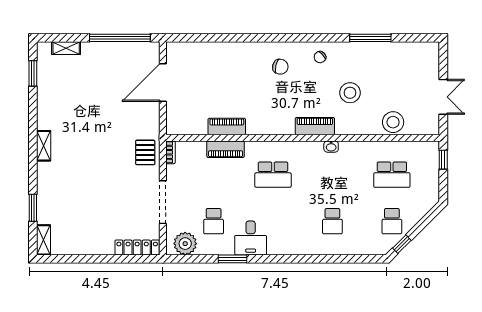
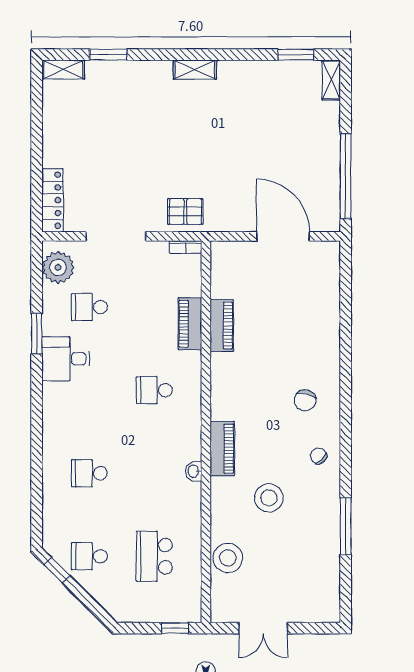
shelving: (66, 48) -> (331, 80), moved
school desk: (273, 175) -> (154, 390), width x0.54

